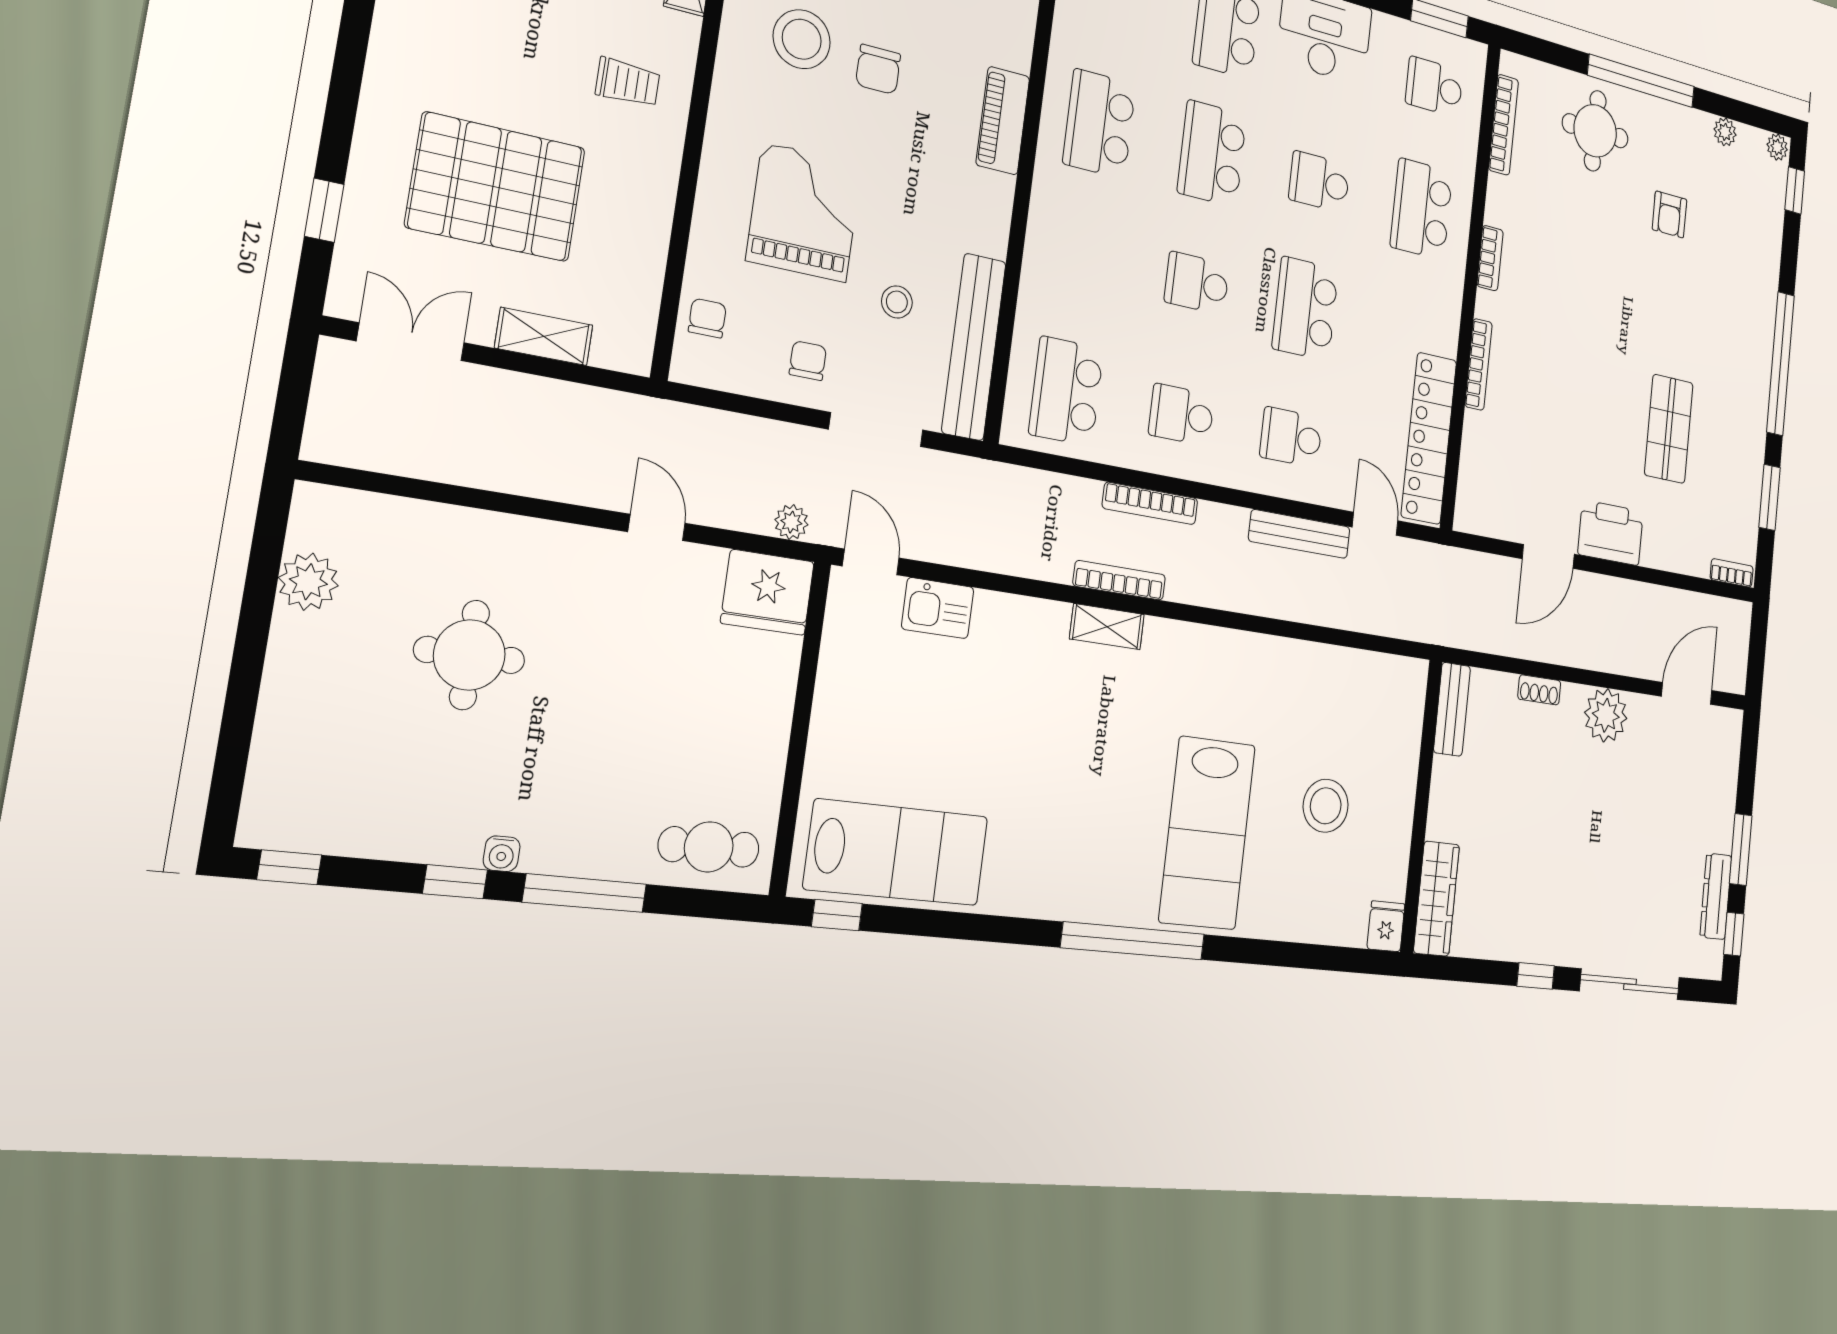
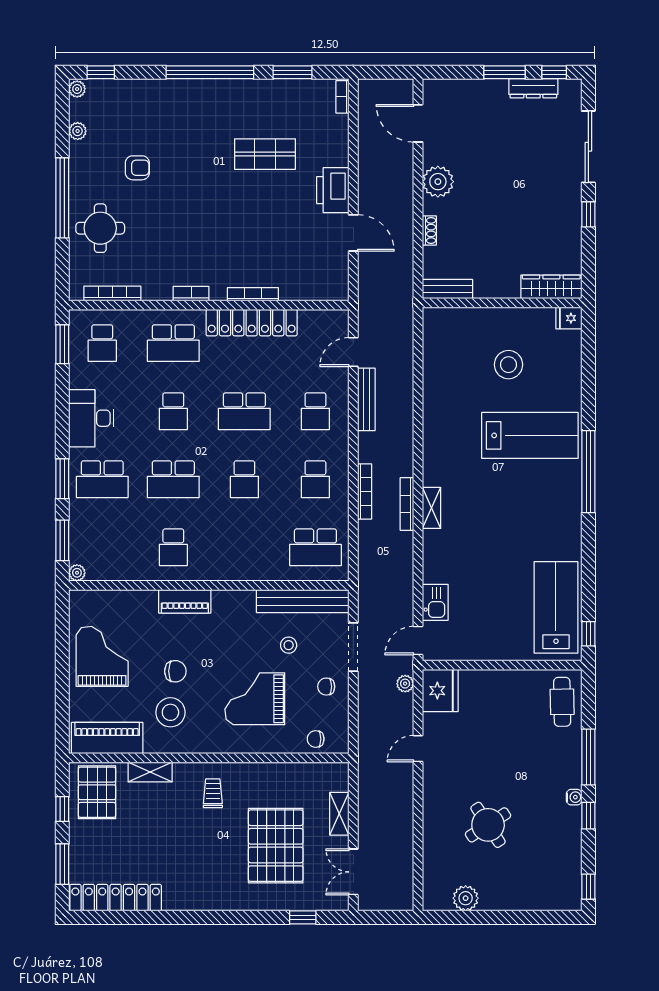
school desk: (1099, 124) -> (173, 547), width x0.54
locker: (1429, 438) -> (252, 323), moved
round table: (469, 655) -> (488, 825), turned -33

